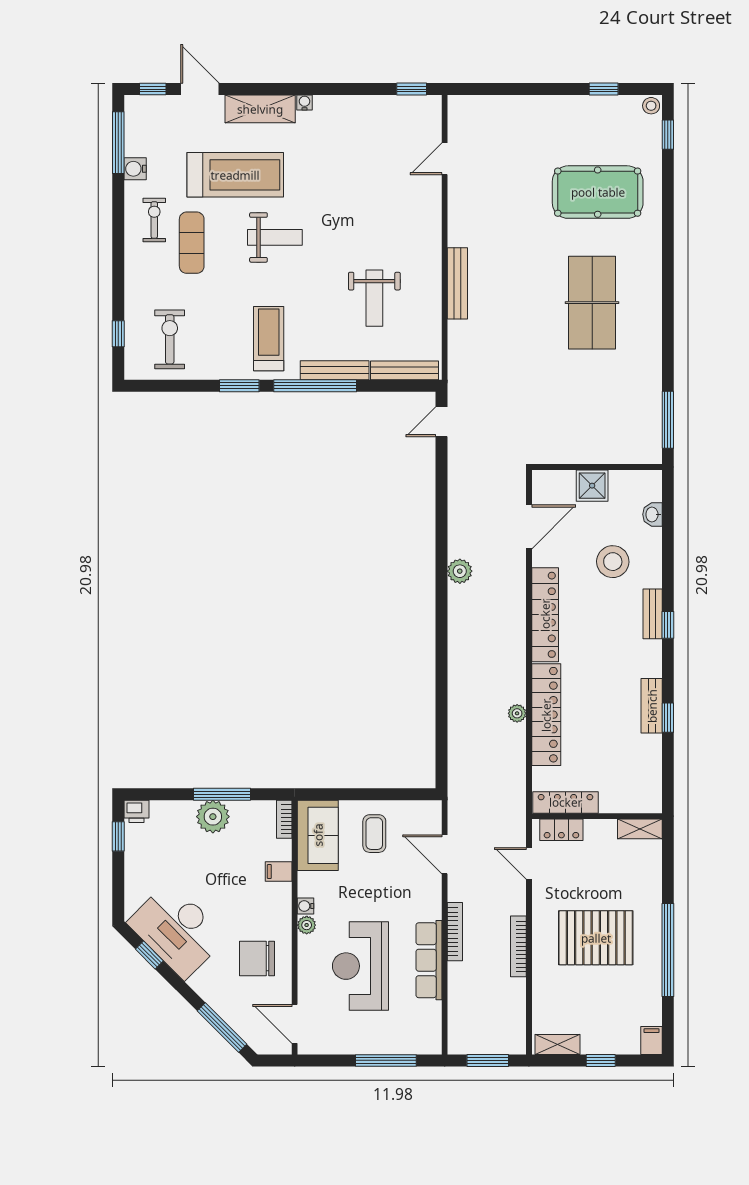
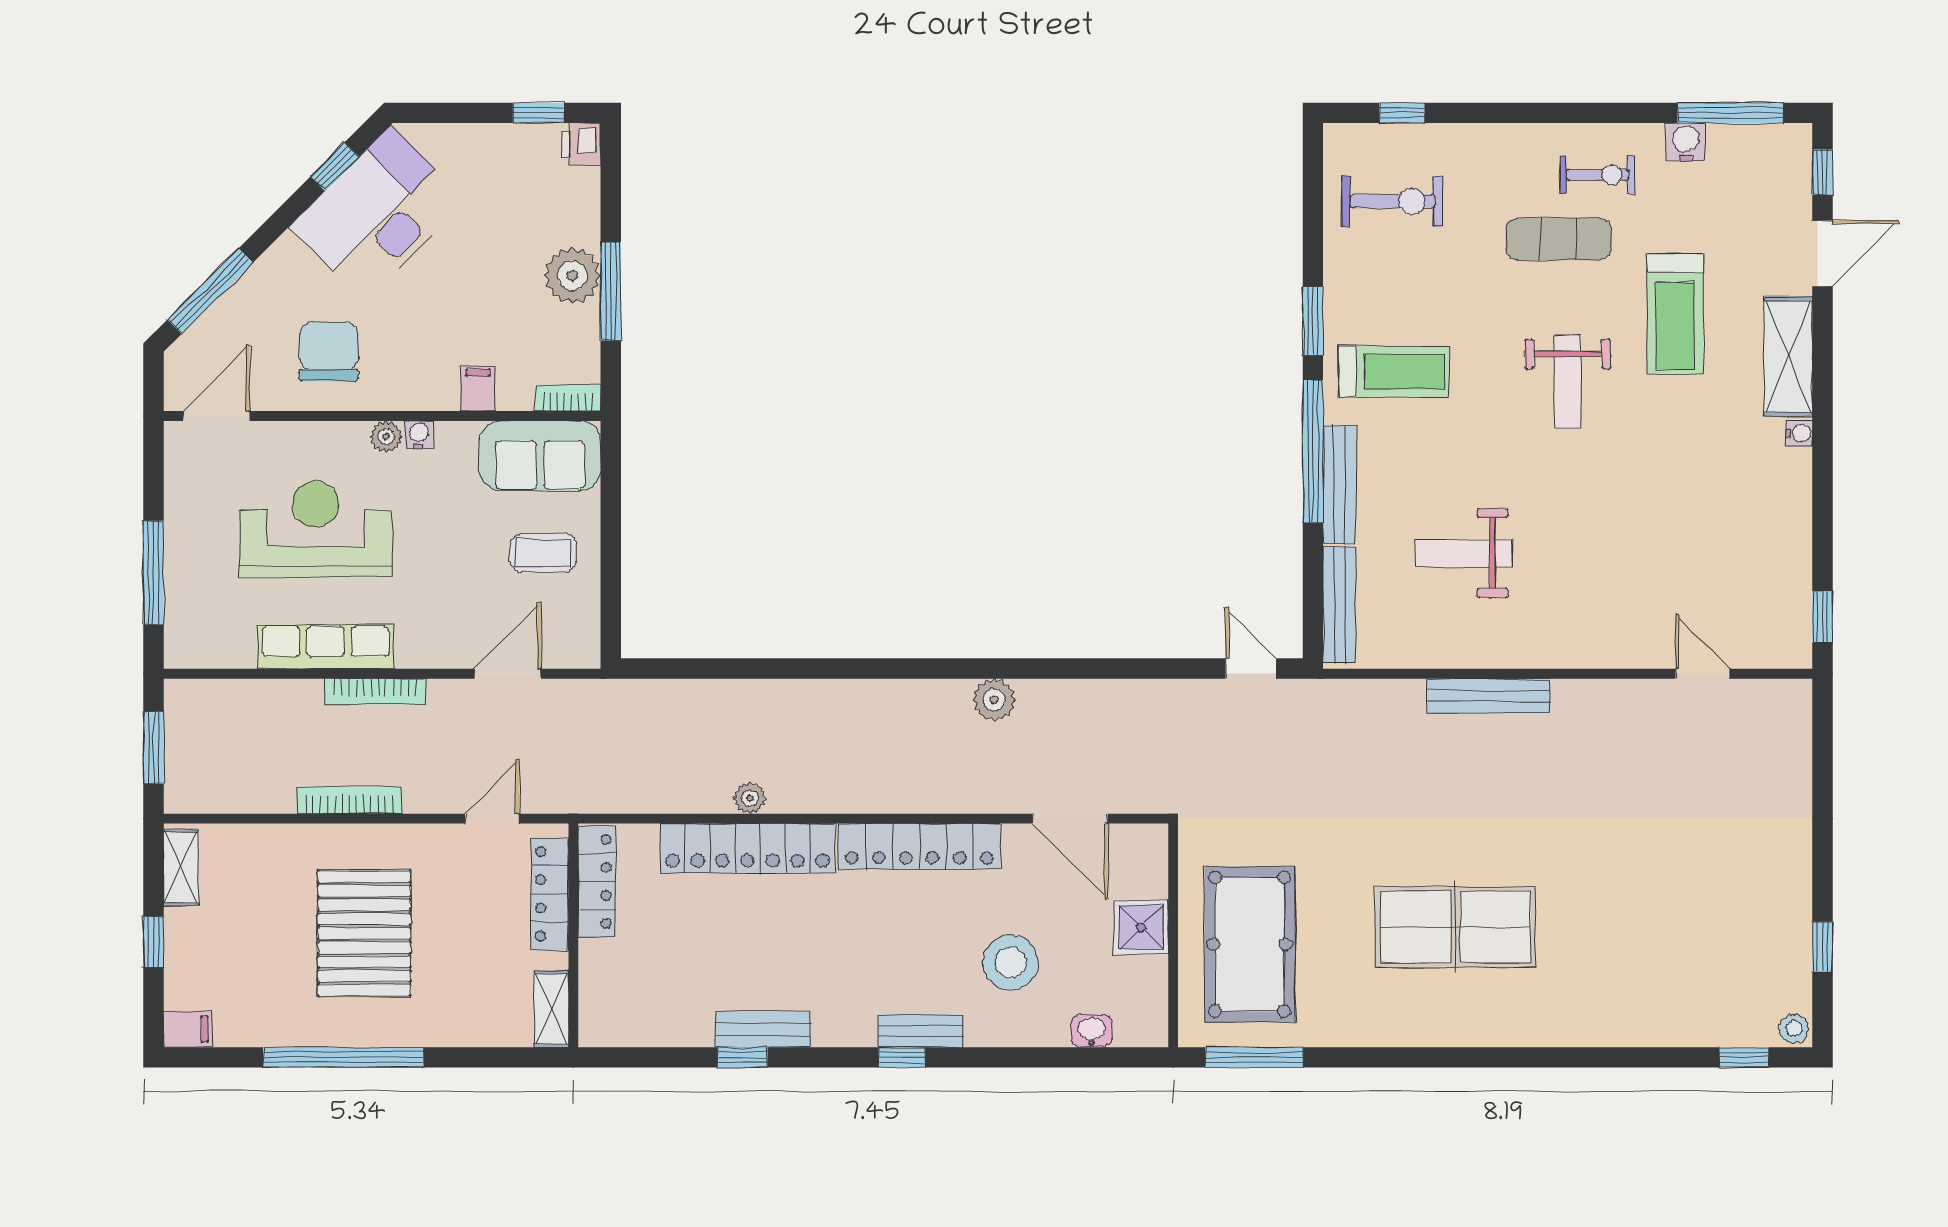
treadmill: (235, 175) -> (1675, 314), width x0.73, depth x0.73
pool table: (598, 192) -> (1250, 944), moved
locker: (561, 830) -> (550, 894), width x1.53

